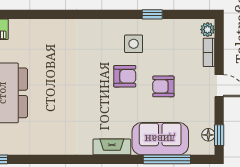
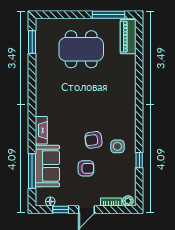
armchair: (125, 76) -> (93, 140), turned 82
armchair: (163, 86) -> (86, 168), turned 90
window: (219, 135) -> (61, 210), moved

